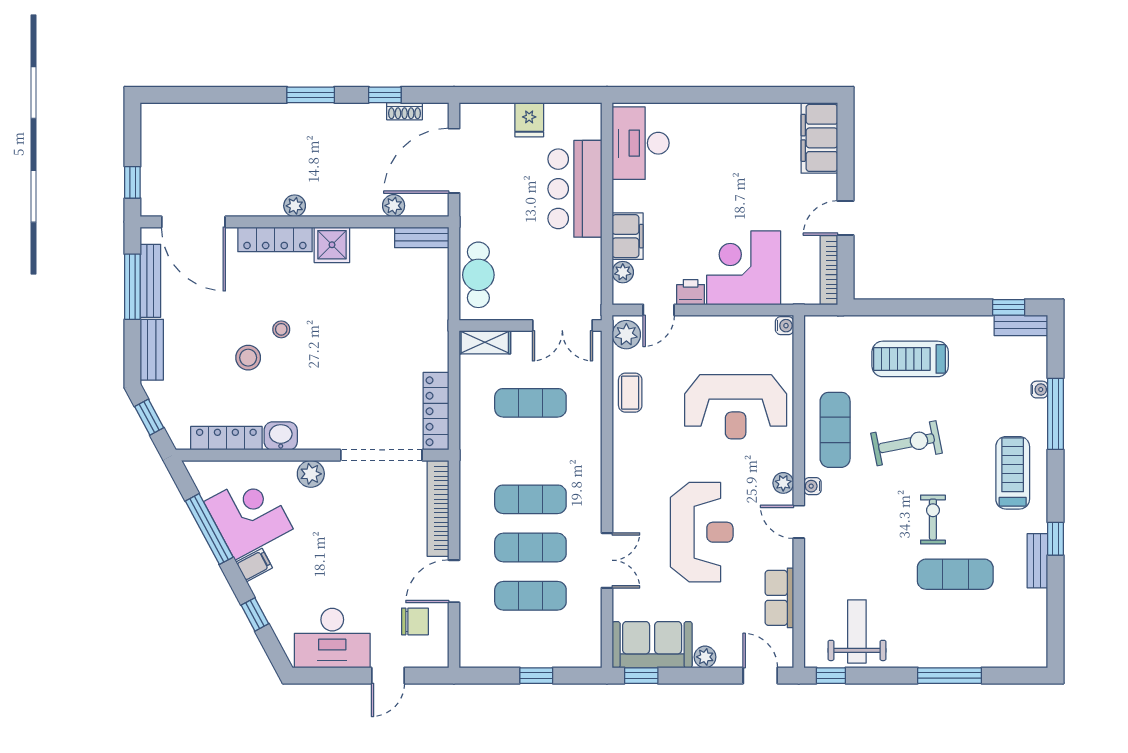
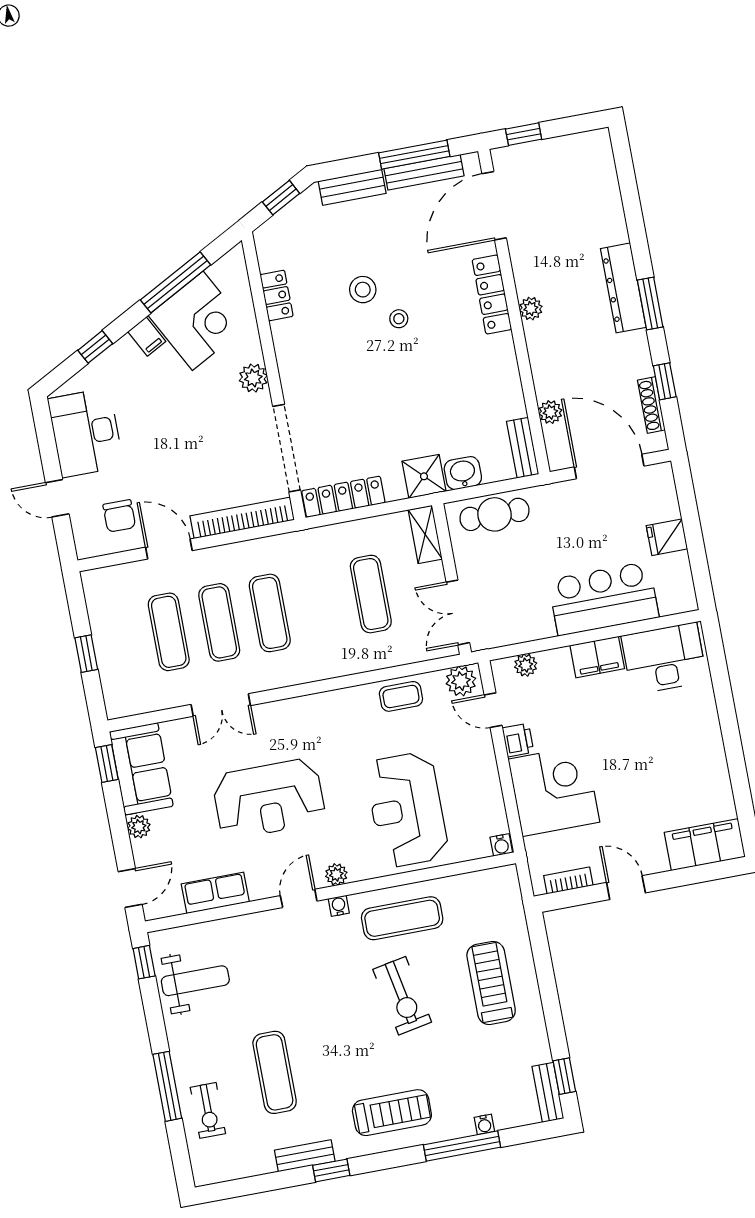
shoe rack: (405, 111) -> (651, 405), width x1.43
dresser: (292, 117) -> (623, 288), added
filing cabinet: (628, 236) -> (597, 657), moved
shower: (332, 245) -> (424, 476), moved
bookcase: (829, 270) -> (568, 881), width x0.64
washbasin: (281, 436) -> (463, 473), moved, turned -90
locker: (226, 438) -> (277, 295), width x0.66
exercise bike: (933, 520) -> (208, 1110), moved, turned 90

